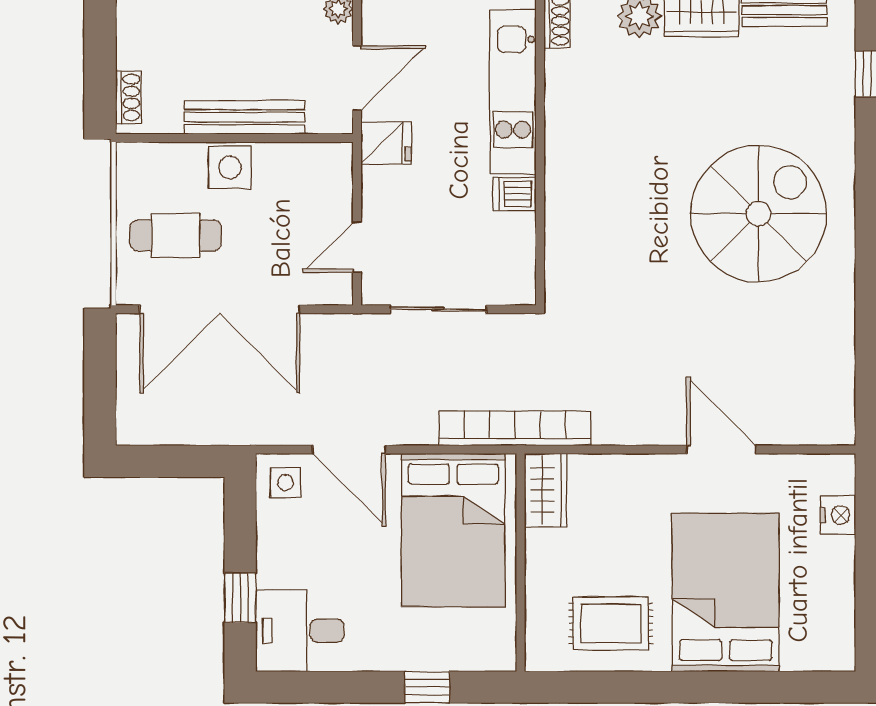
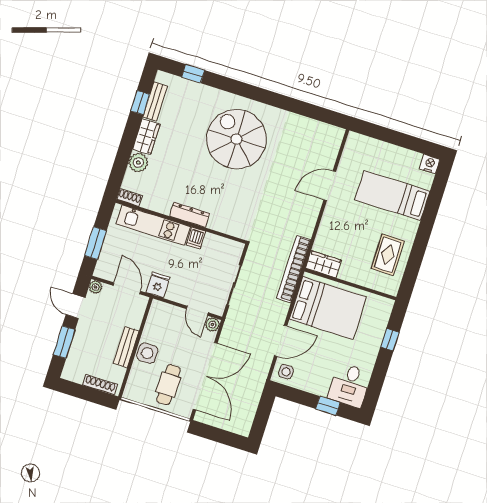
shoe rack: (128, 97) -> (100, 385), width x1.43
bench: (245, 117) -> (126, 347), width x0.73
dresser: (561, 164) -> (190, 215), added
plant: (337, 290) -> (212, 325), added
nightstand: (838, 515) -> (430, 164), moved
bed: (726, 593) -> (392, 195), width x0.67

